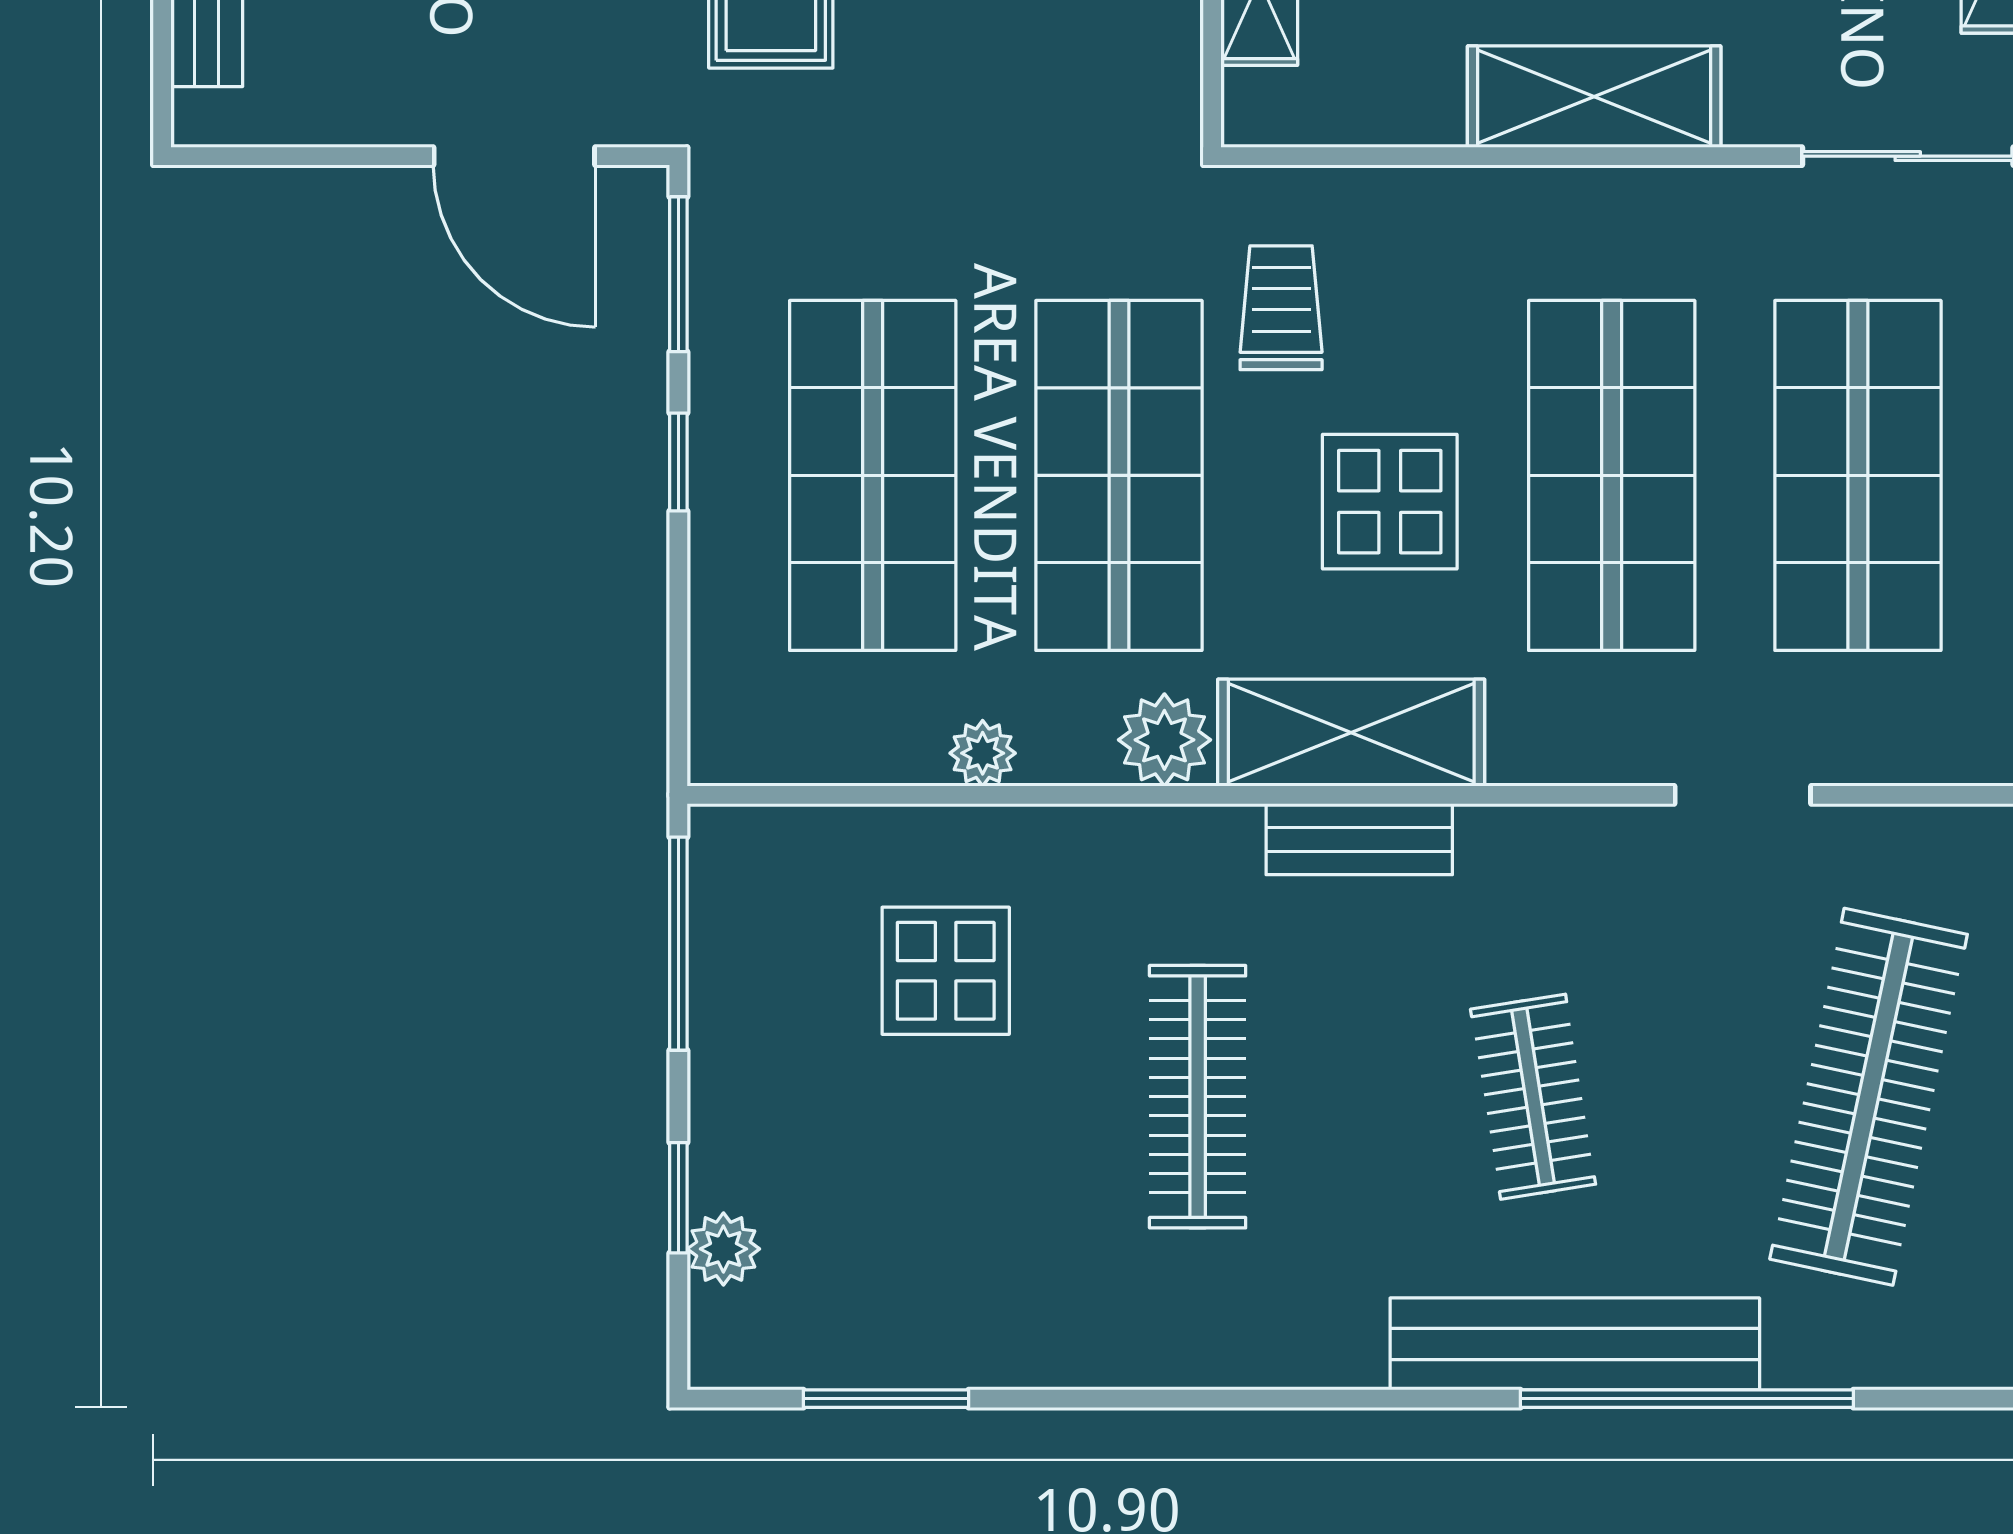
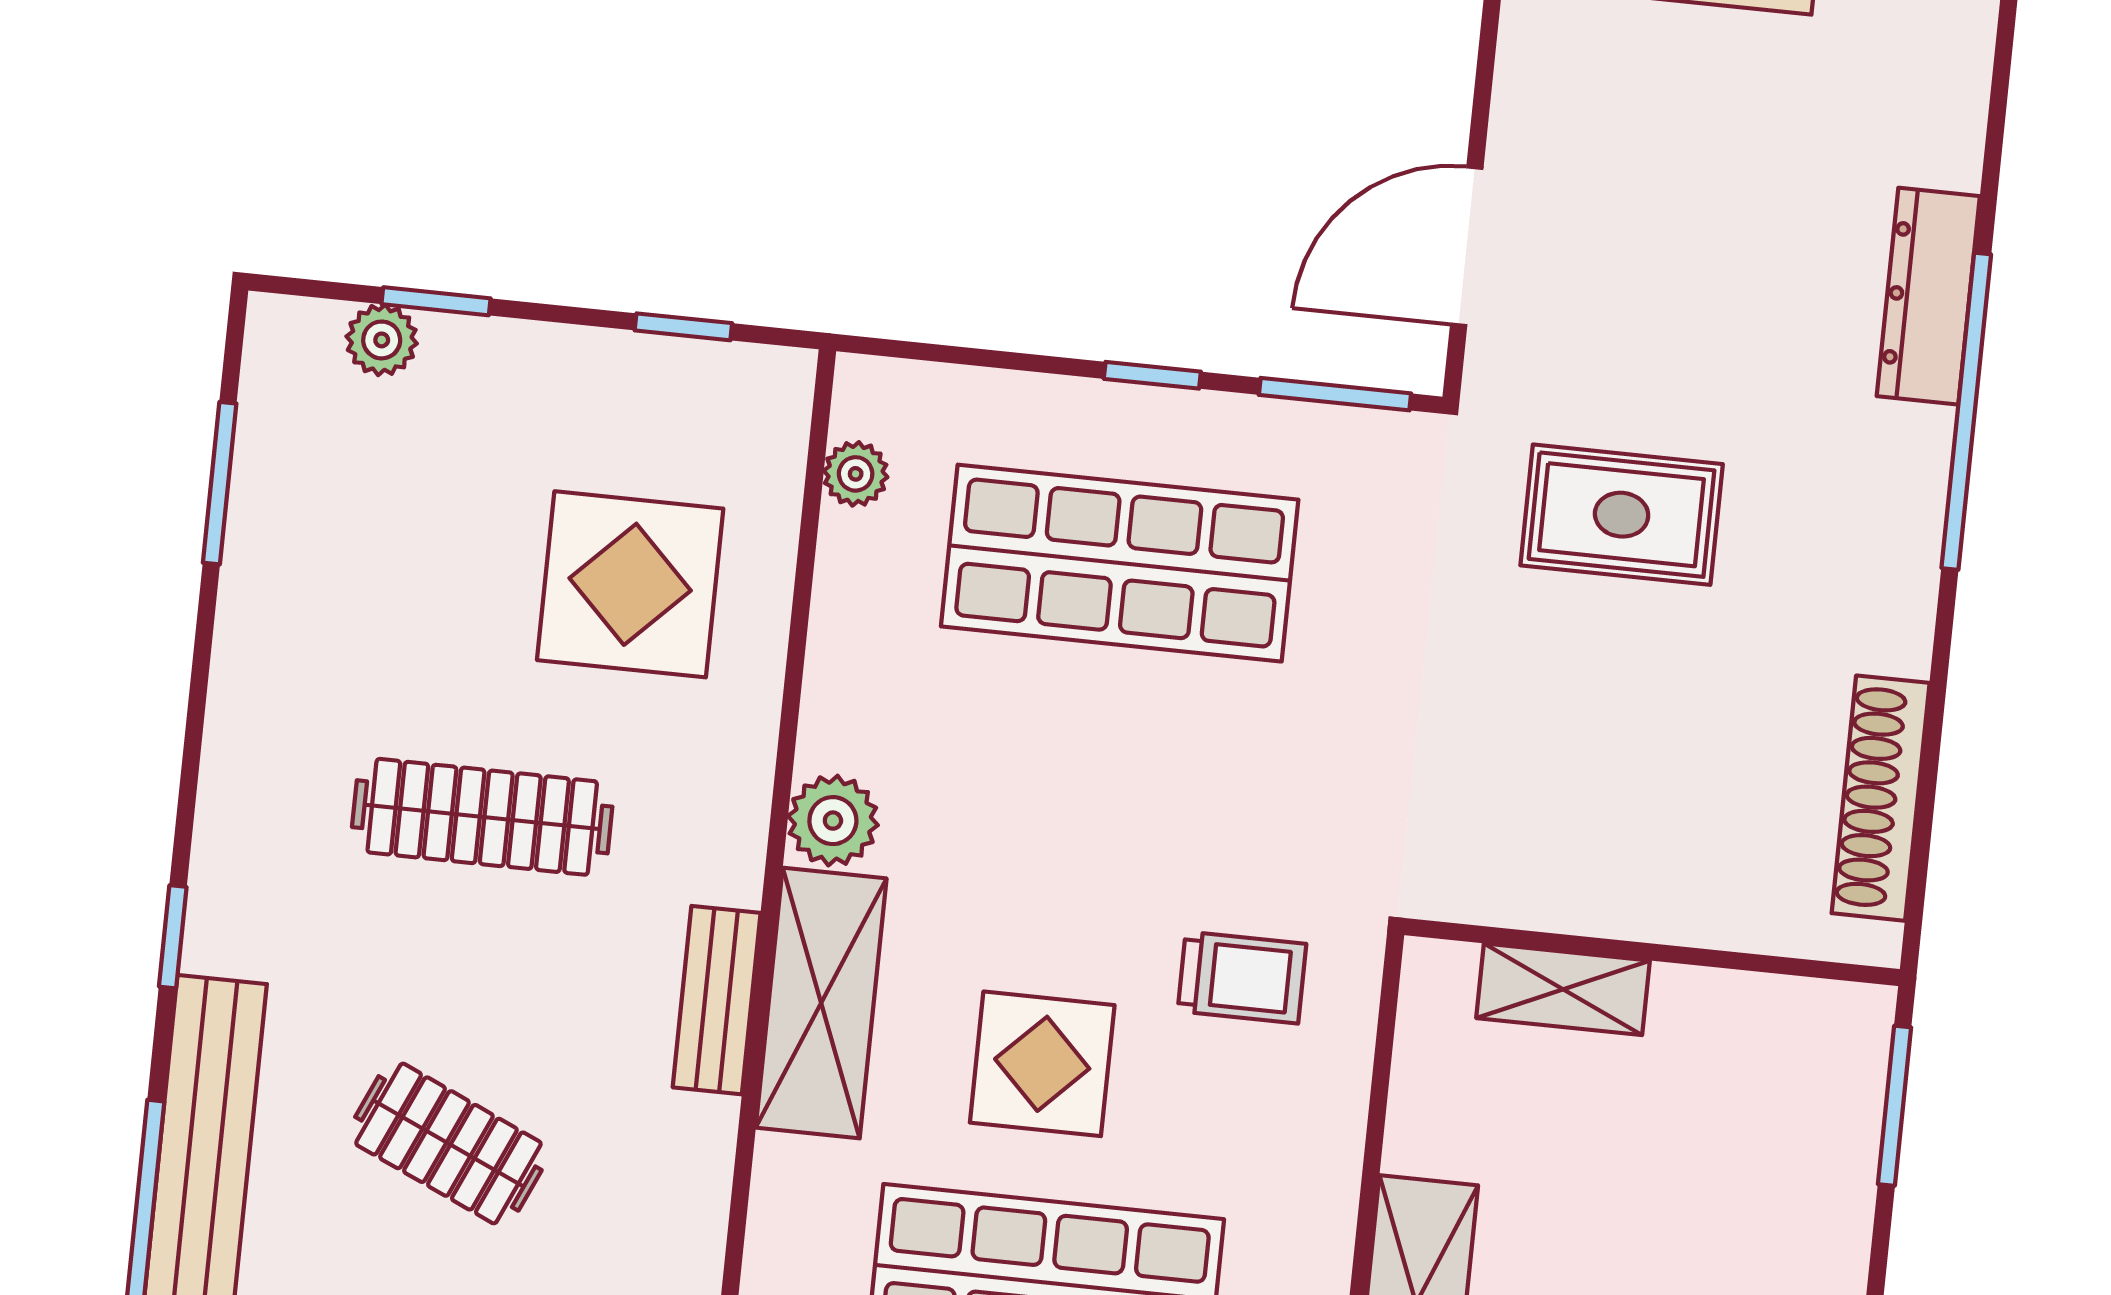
shop shelf: (1119, 475) -> (1095, 803), removed
plant: (983, 753) -> (856, 474), moved
window: (678, 944) -> (683, 327), width x0.46
display table: (946, 971) -> (630, 584), width x1.36, depth x1.36
clothes rail: (1533, 1097) -> (448, 1143), turned 33
window: (1352, 1399) -> (173, 937), added

